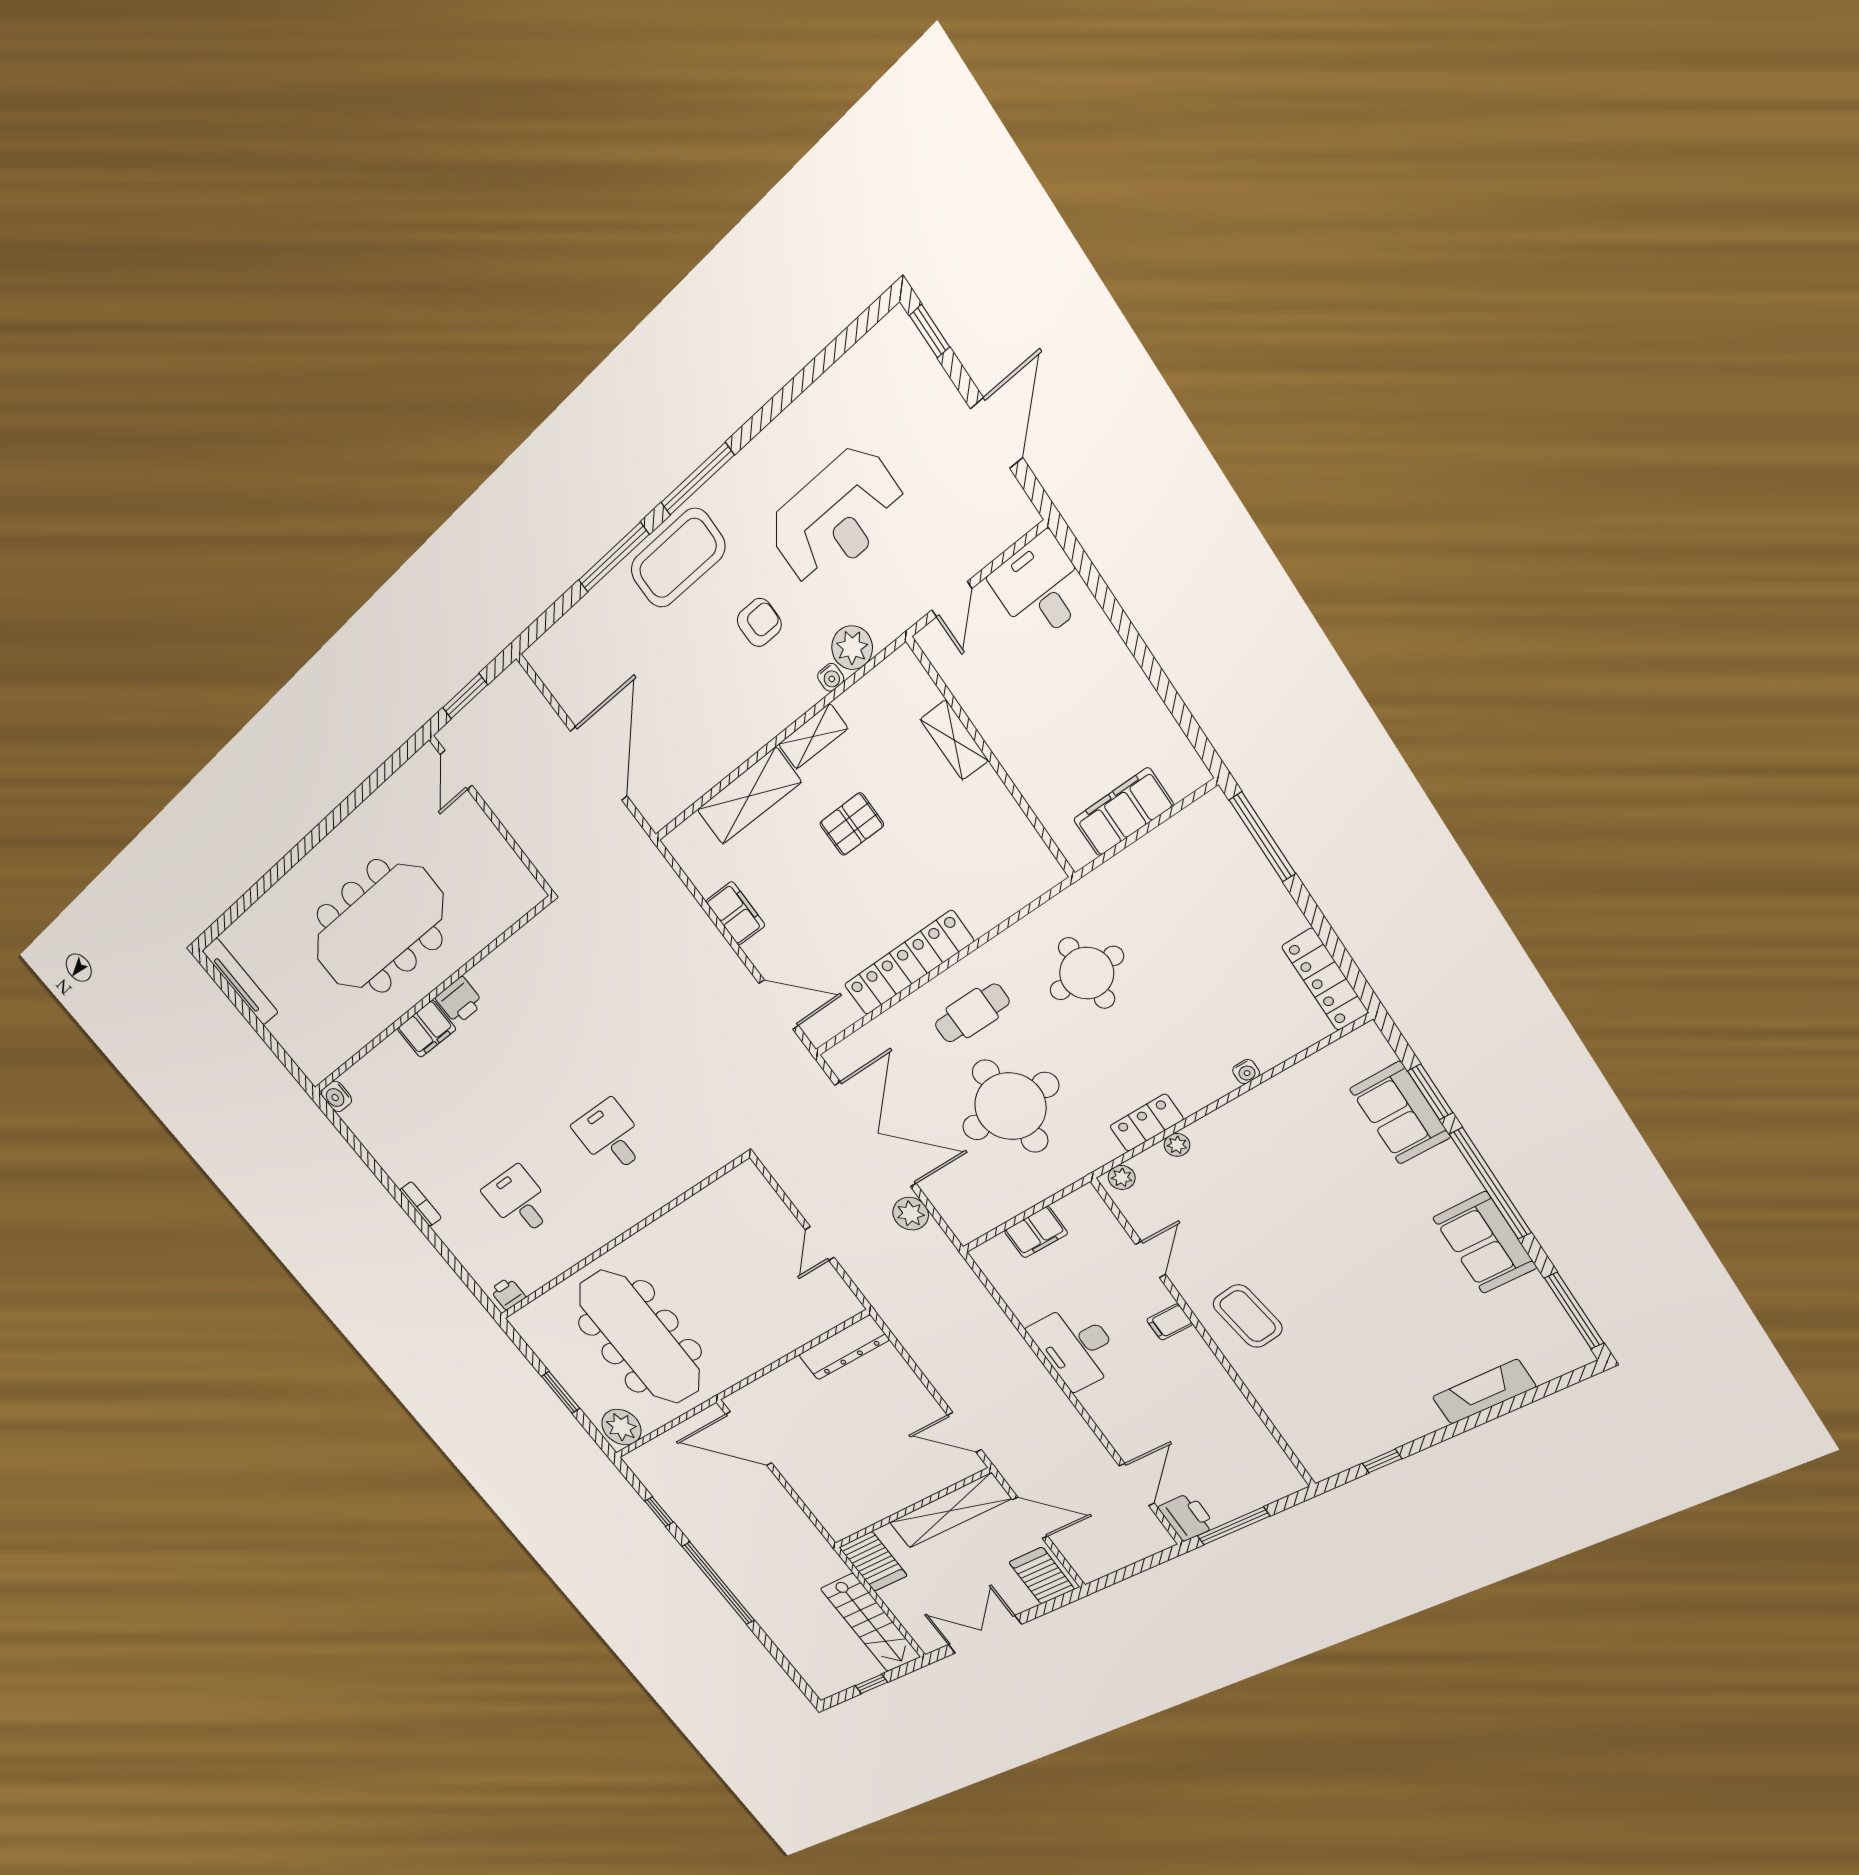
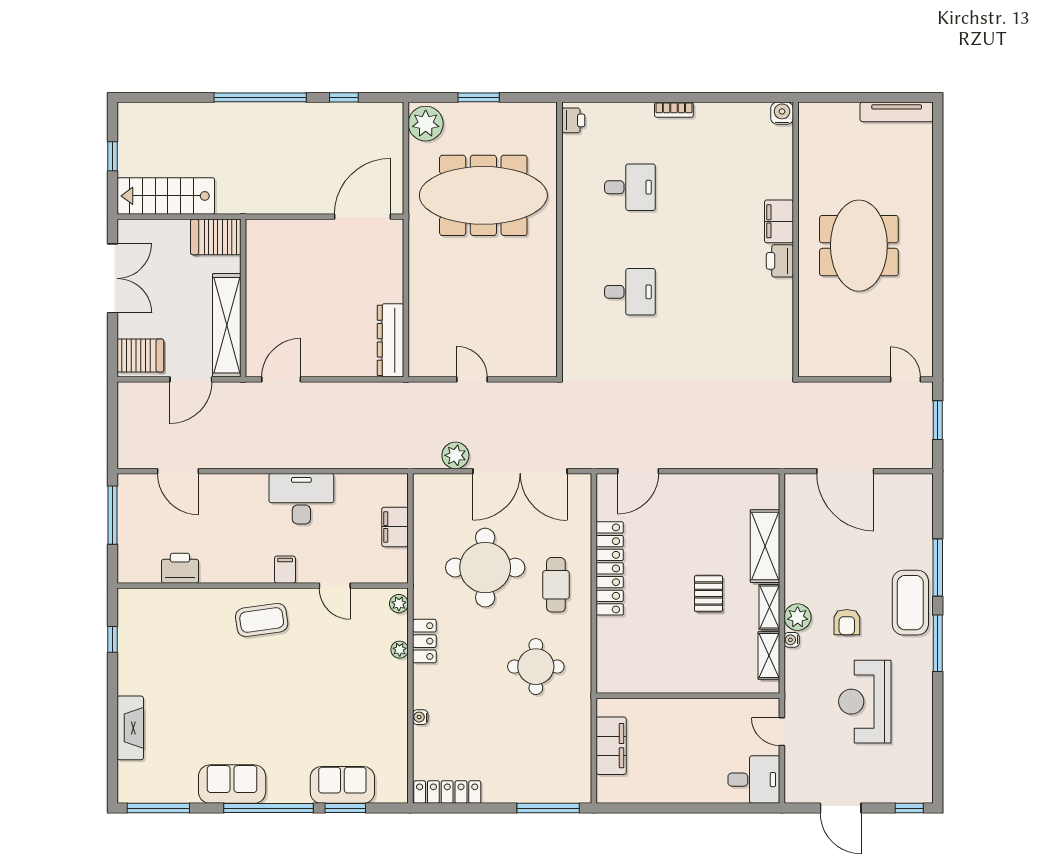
plant: (852, 648) -> (798, 617), moved
shelving: (954, 740) -> (769, 656), moved, turned 90
filing cabinet: (735, 913) -> (708, 486), removed
meeting table: (379, 927) -> (859, 246), width x0.73
printer: (1187, 1517) -> (180, 568), moved, turned 180

